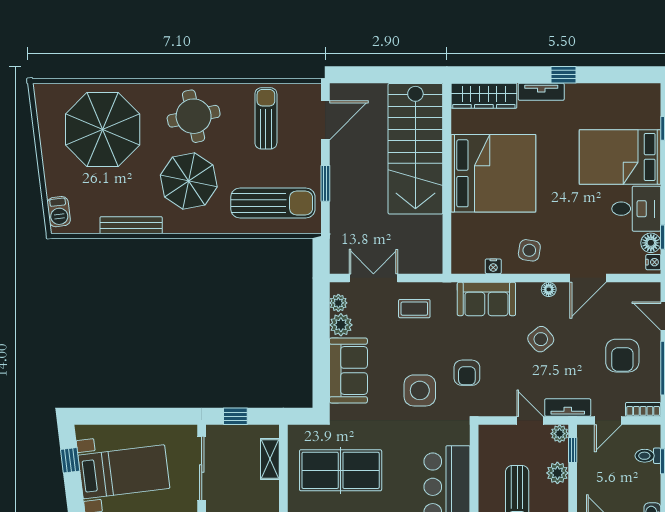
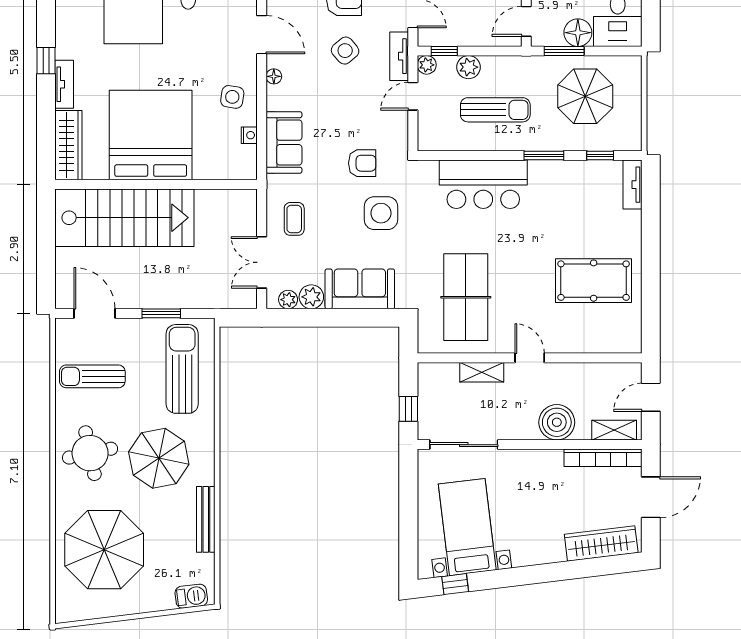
side table: (541, 339) -> (345, 51), moved
shelving: (270, 459) -> (482, 372), moved

